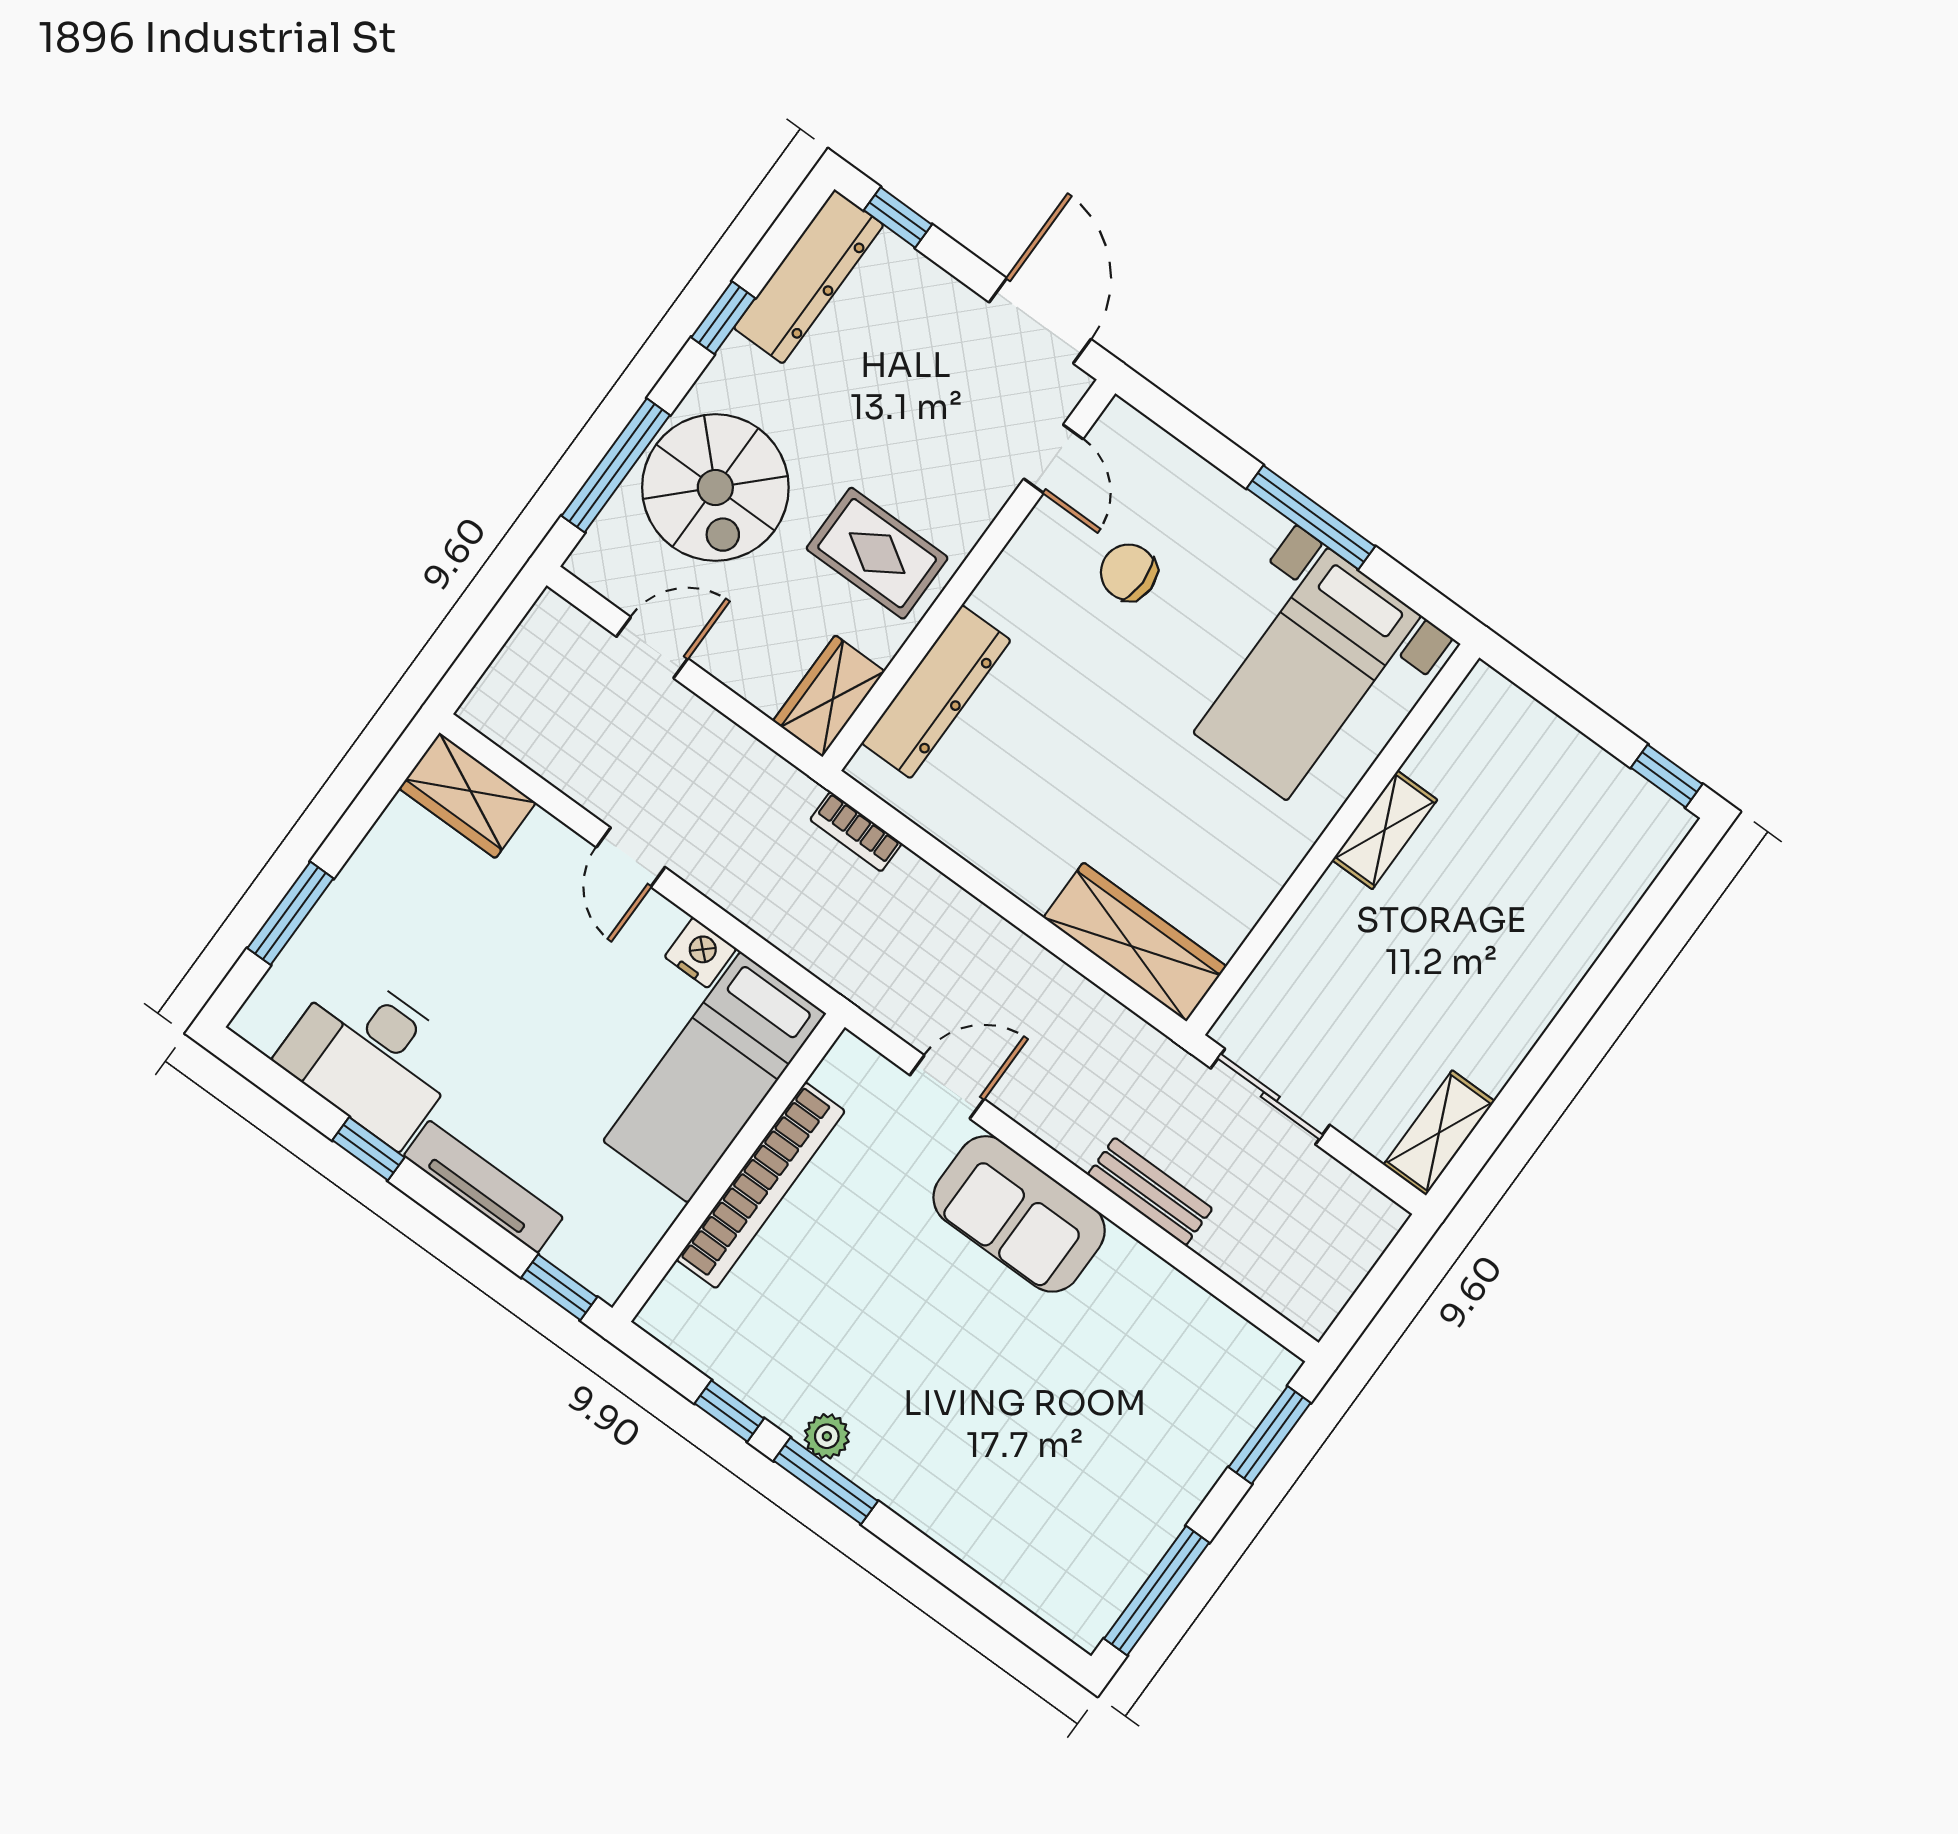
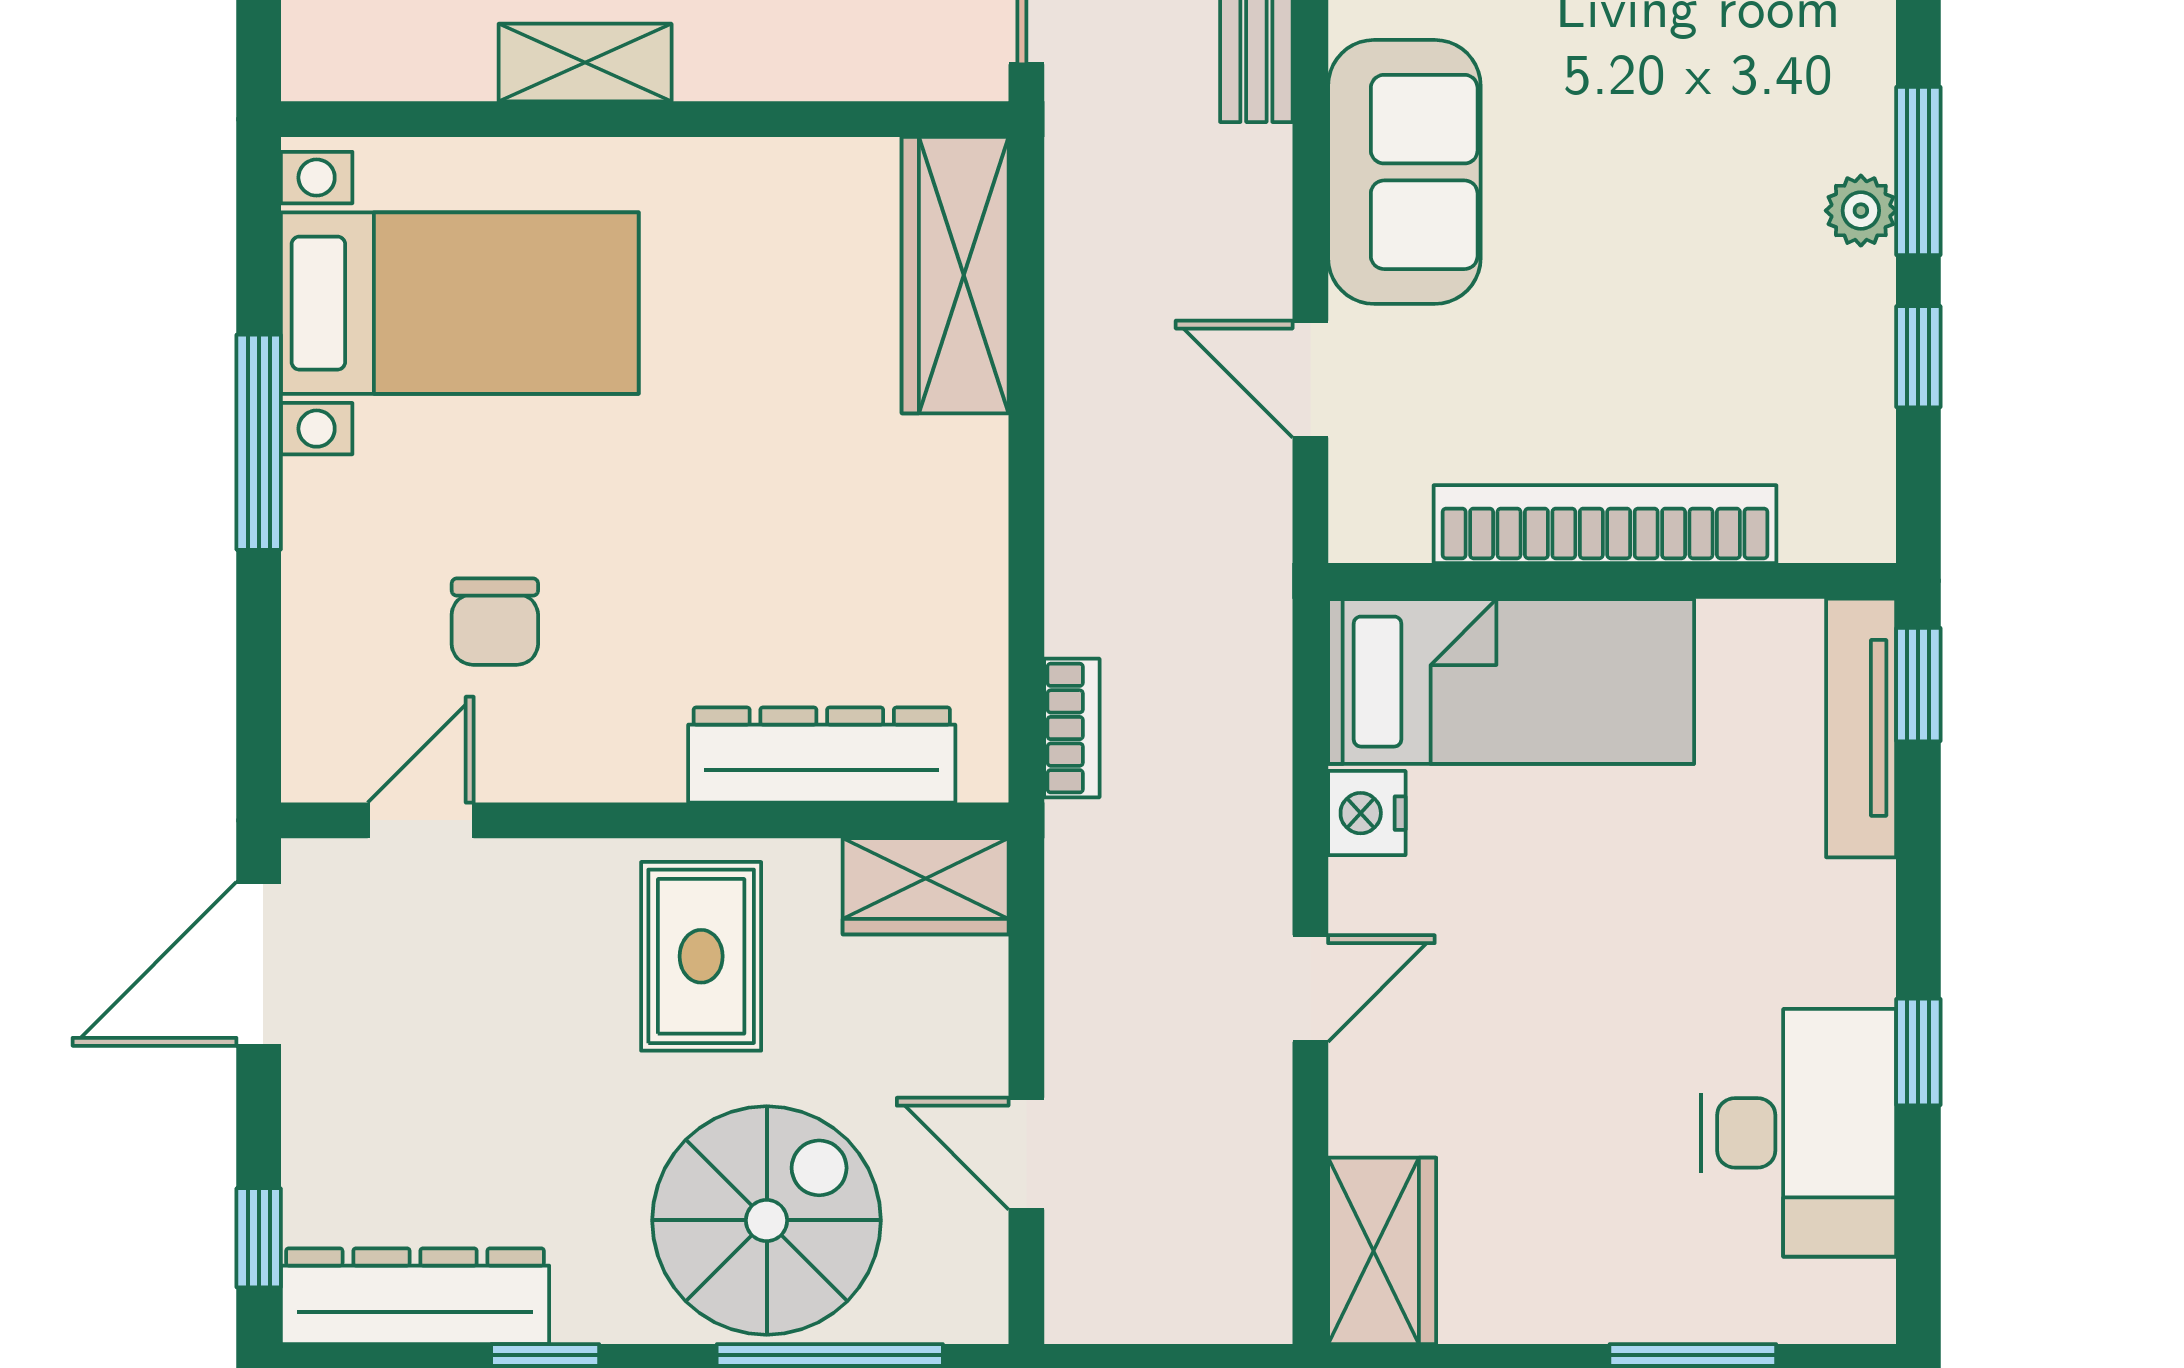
tv unit: (483, 1187) -> (1861, 728), moved

